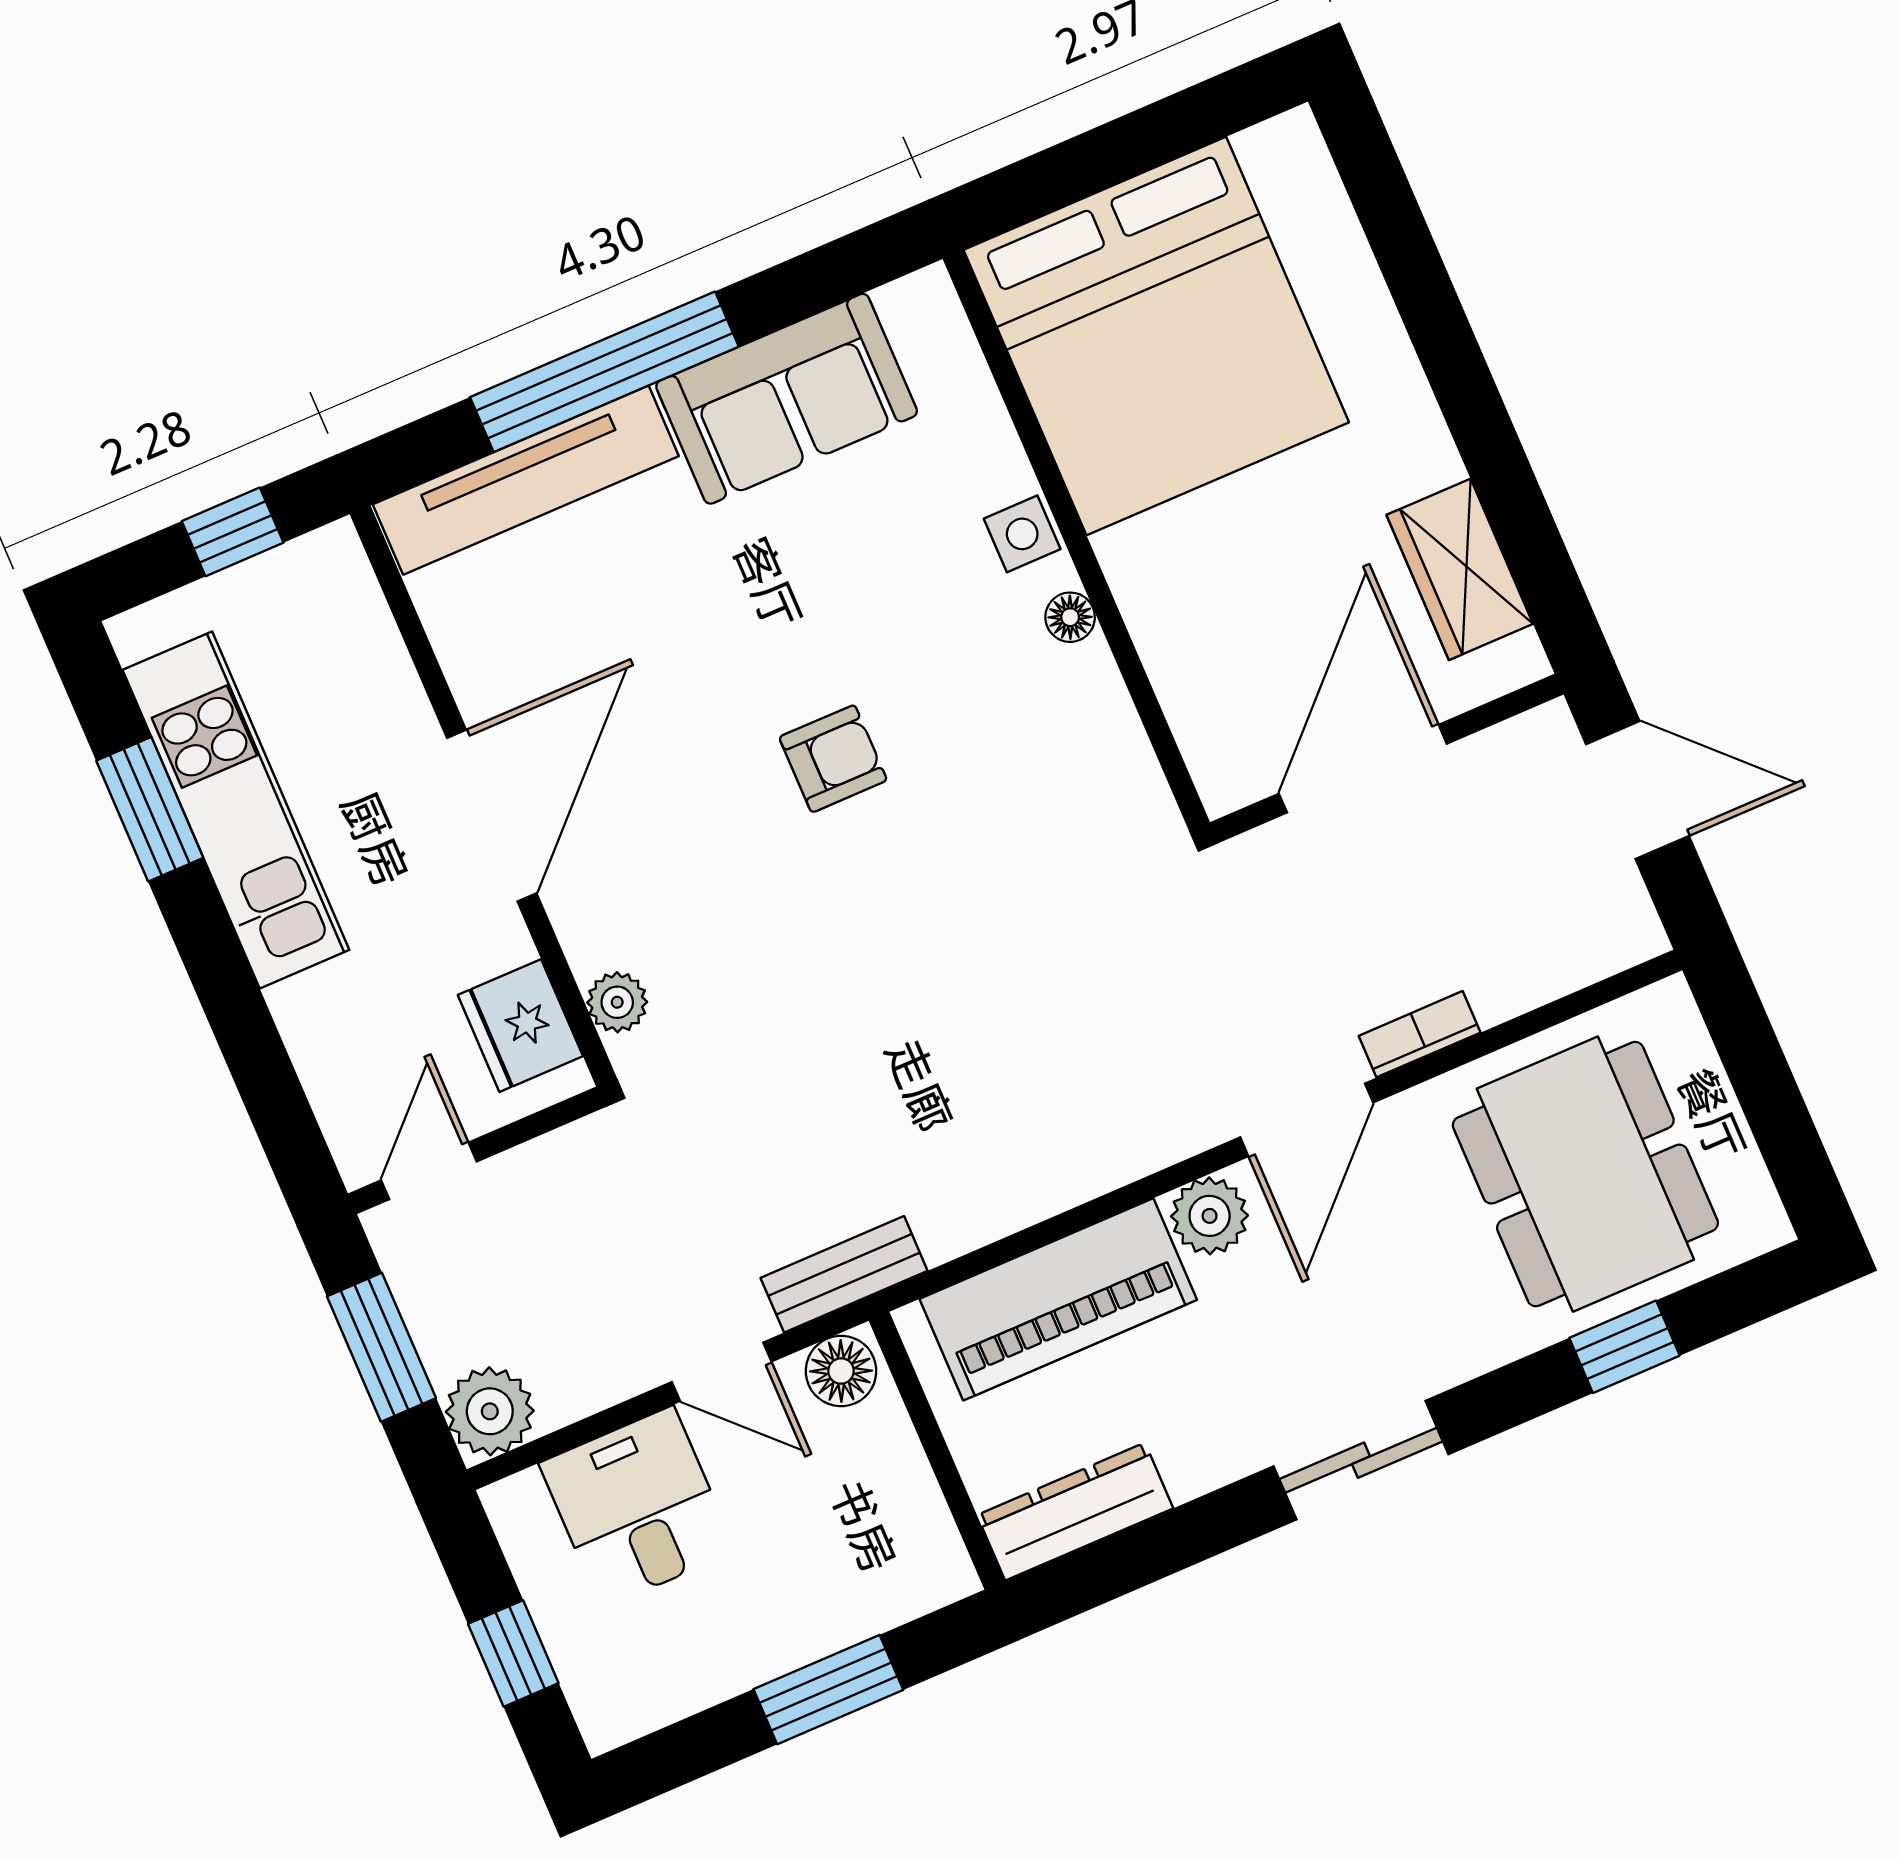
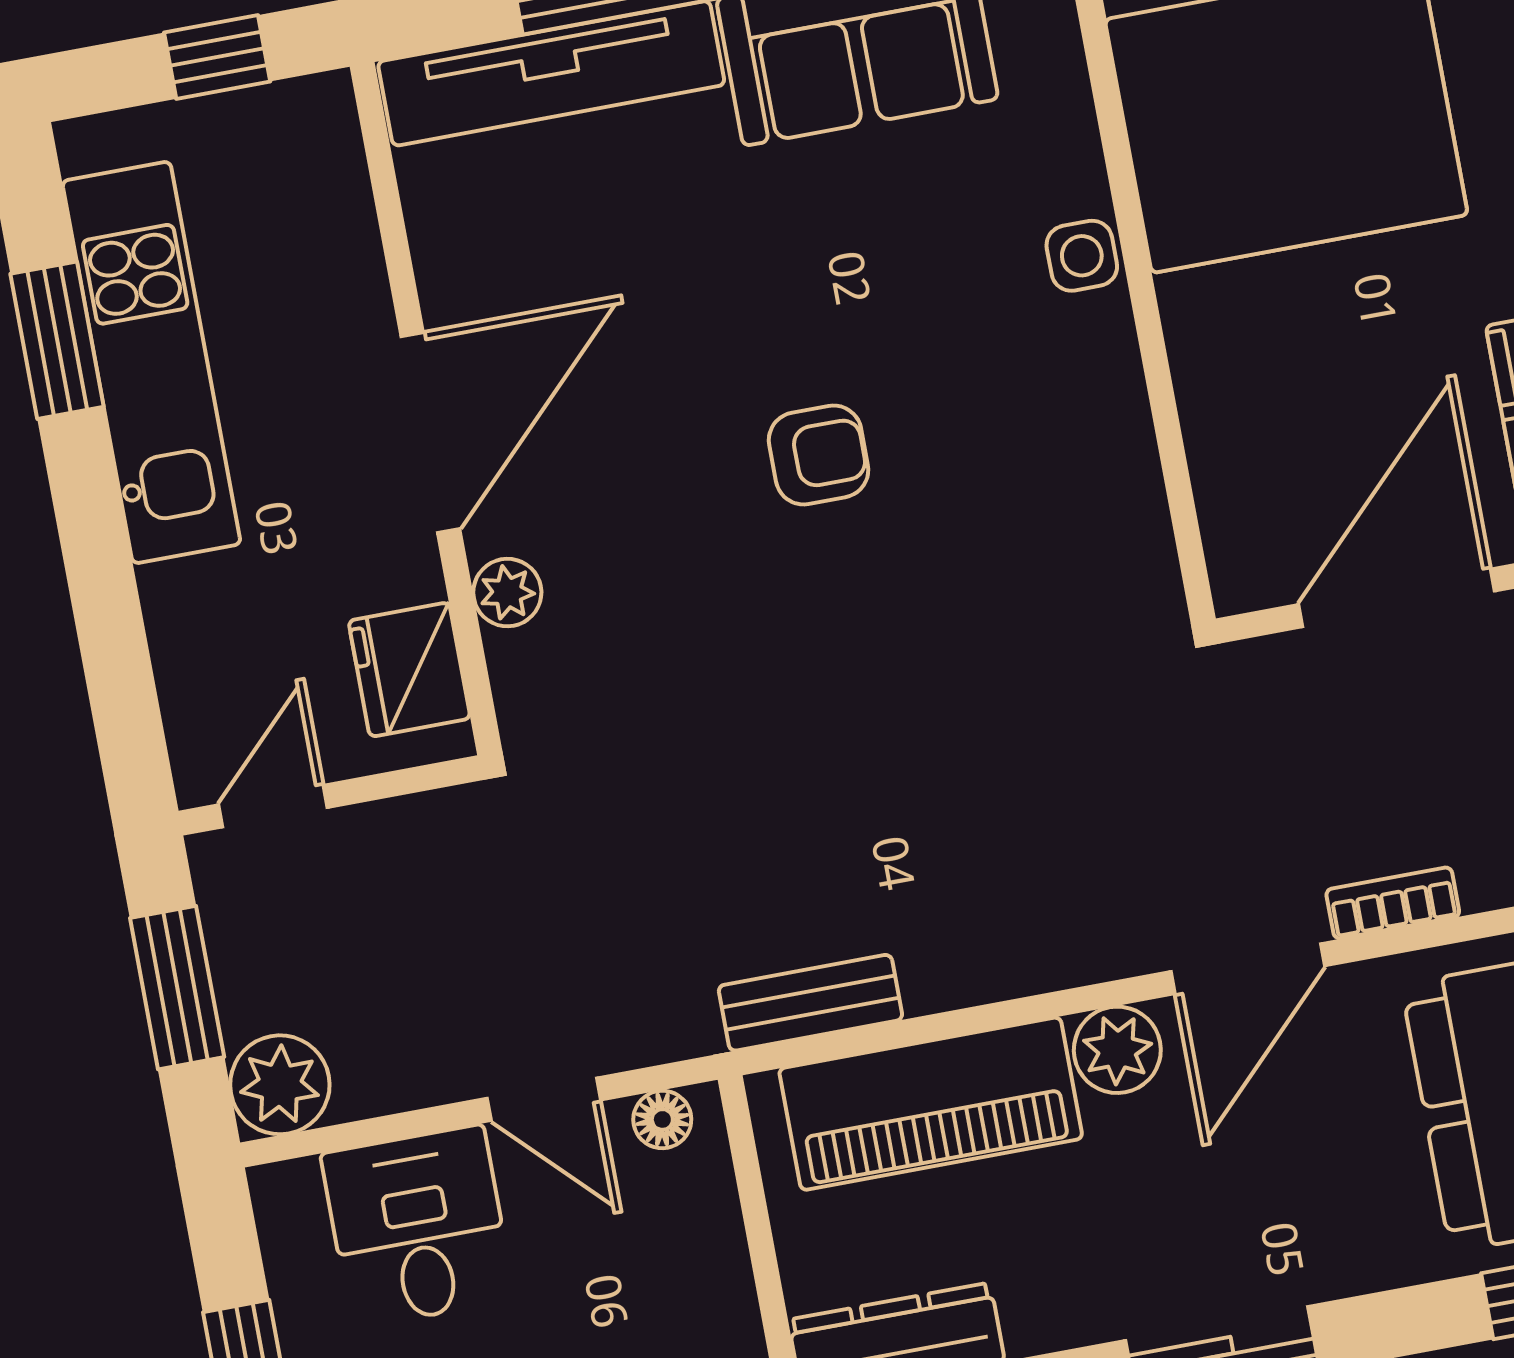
floor lamp: (1070, 617) -> (1114, 359), removed
plant: (617, 1002) -> (507, 593), moved
bench: (844, 1274) -> (810, 1003), moved
floor lamp: (841, 1371) -> (662, 1119), width x0.73, depth x0.73

